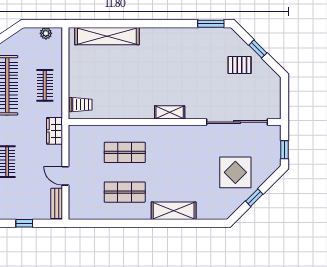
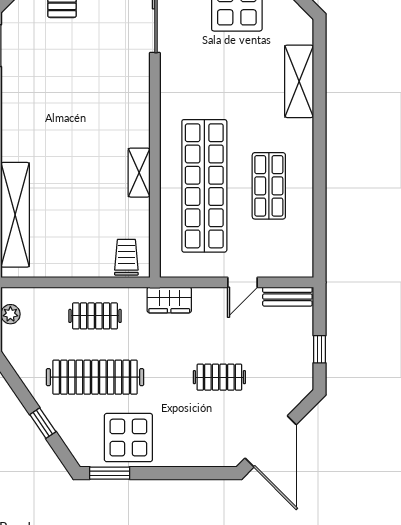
shelving: (170, 112) -> (139, 173), moved
shop shelf: (125, 152) -> (204, 186), width x2.00, depth x1.36
shelving: (174, 211) -> (299, 81), moved

